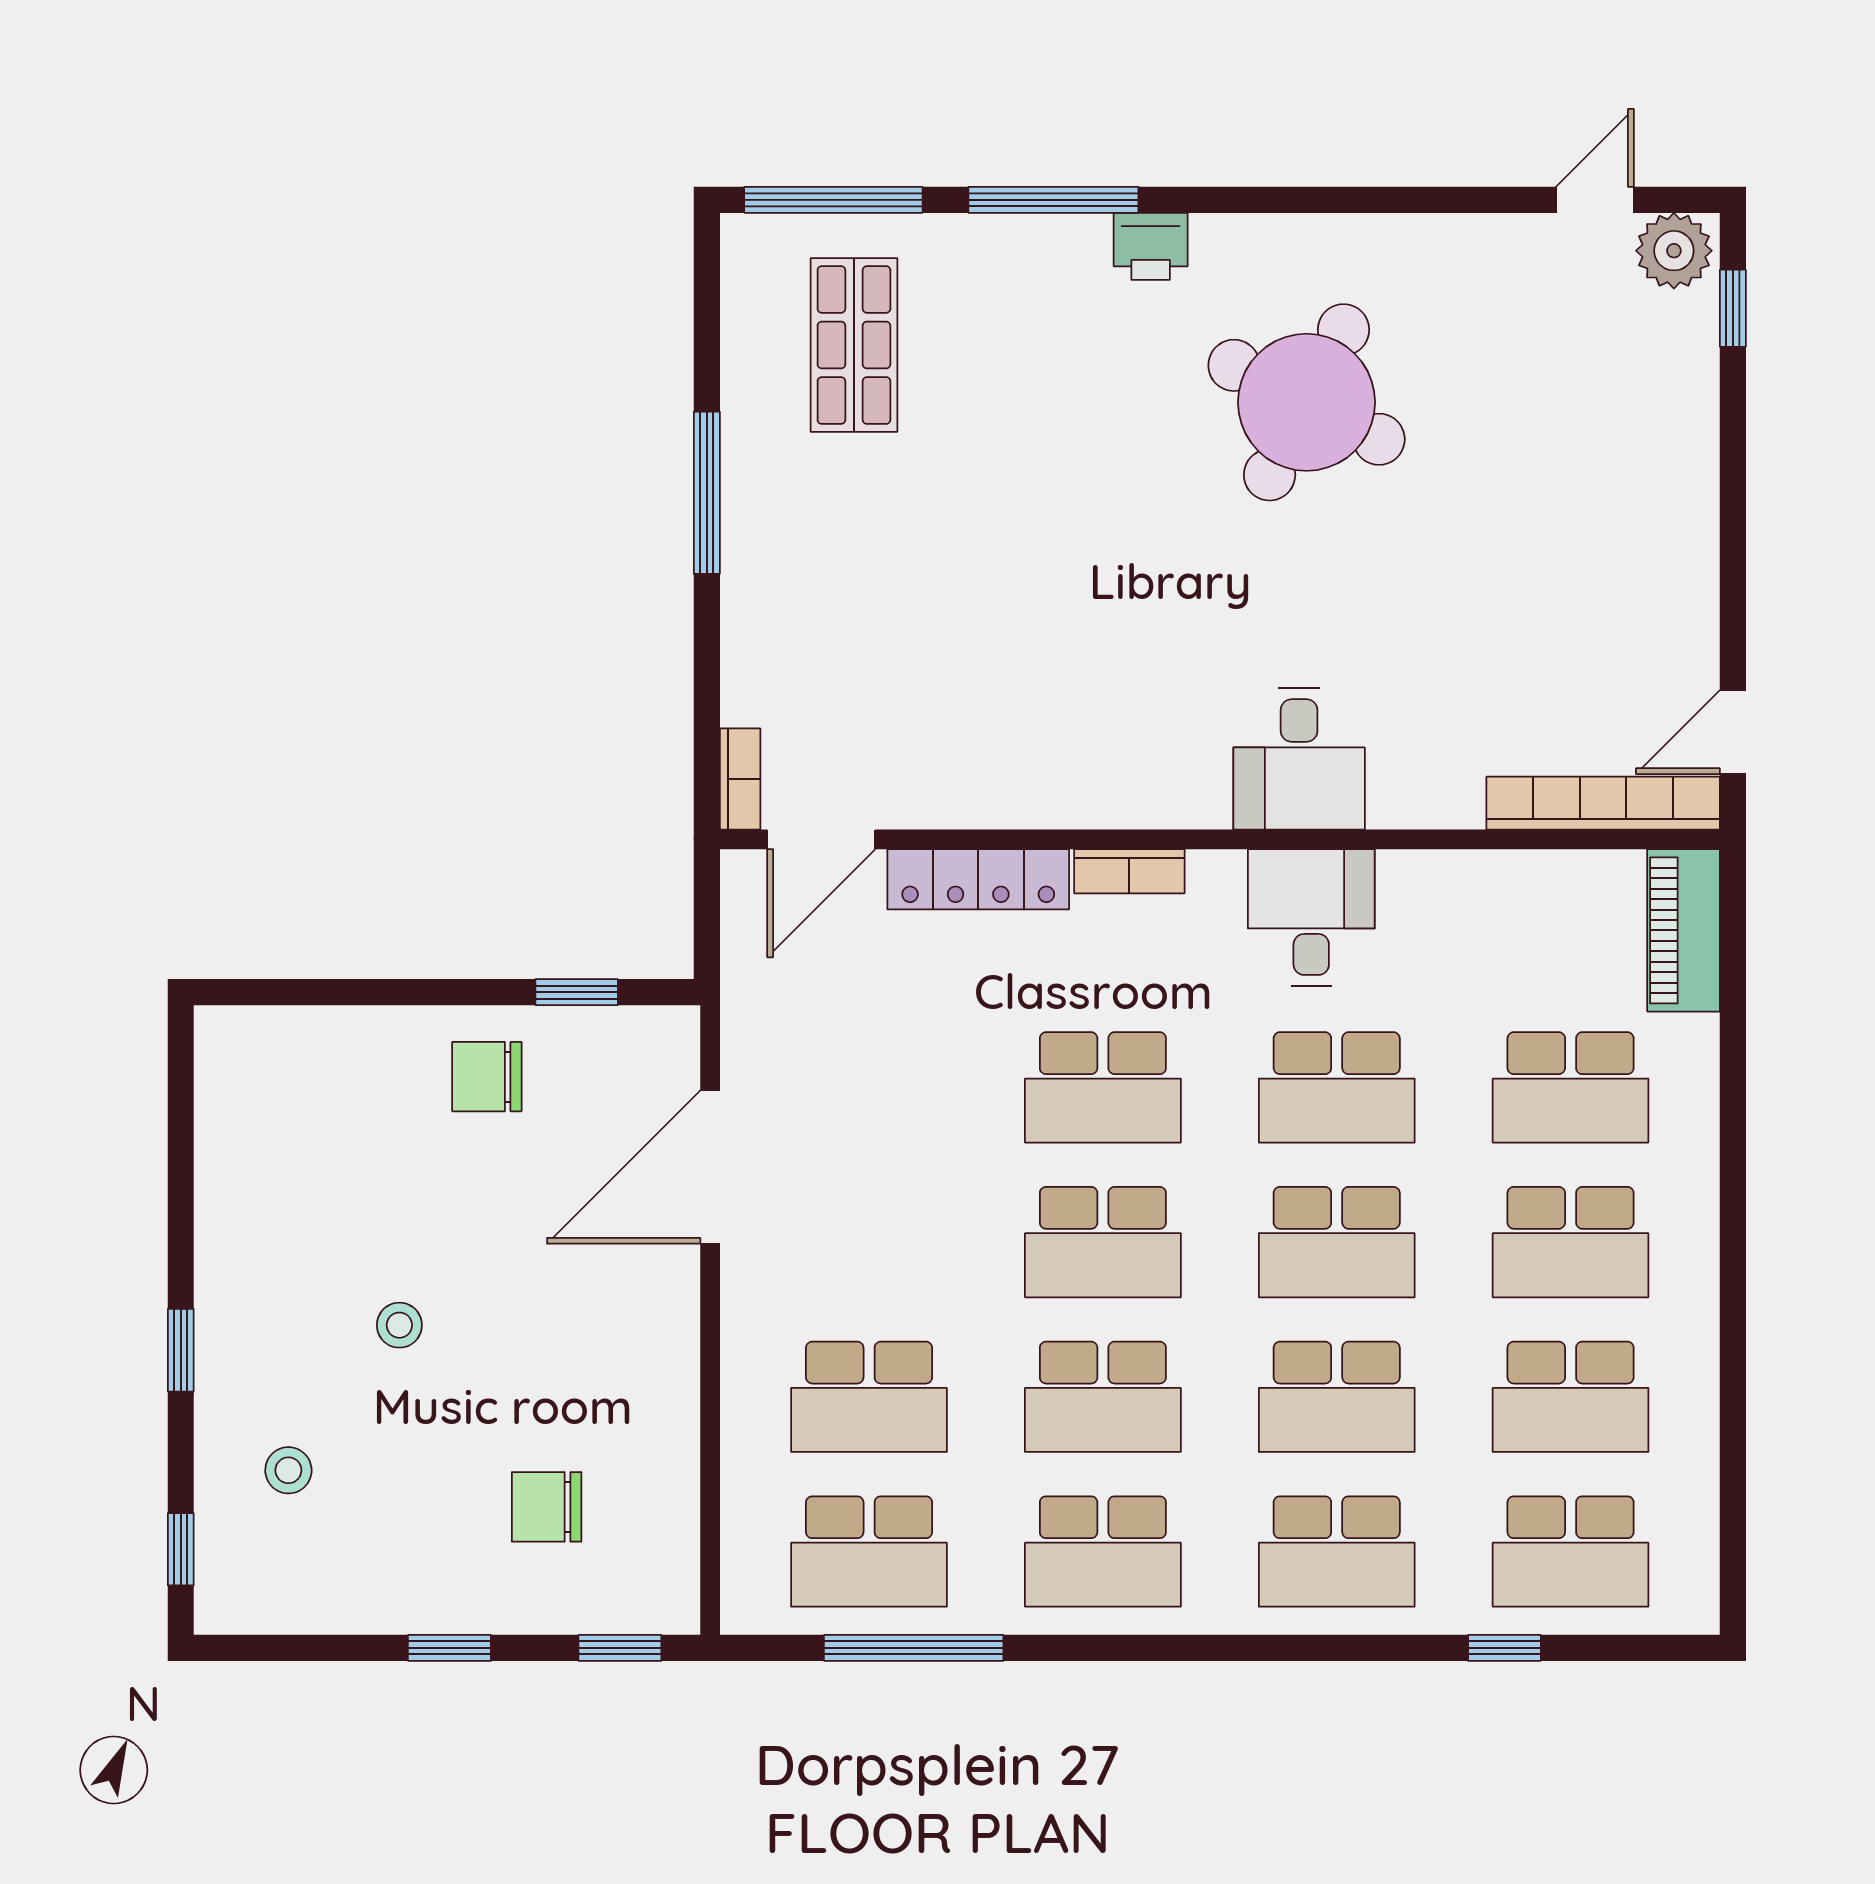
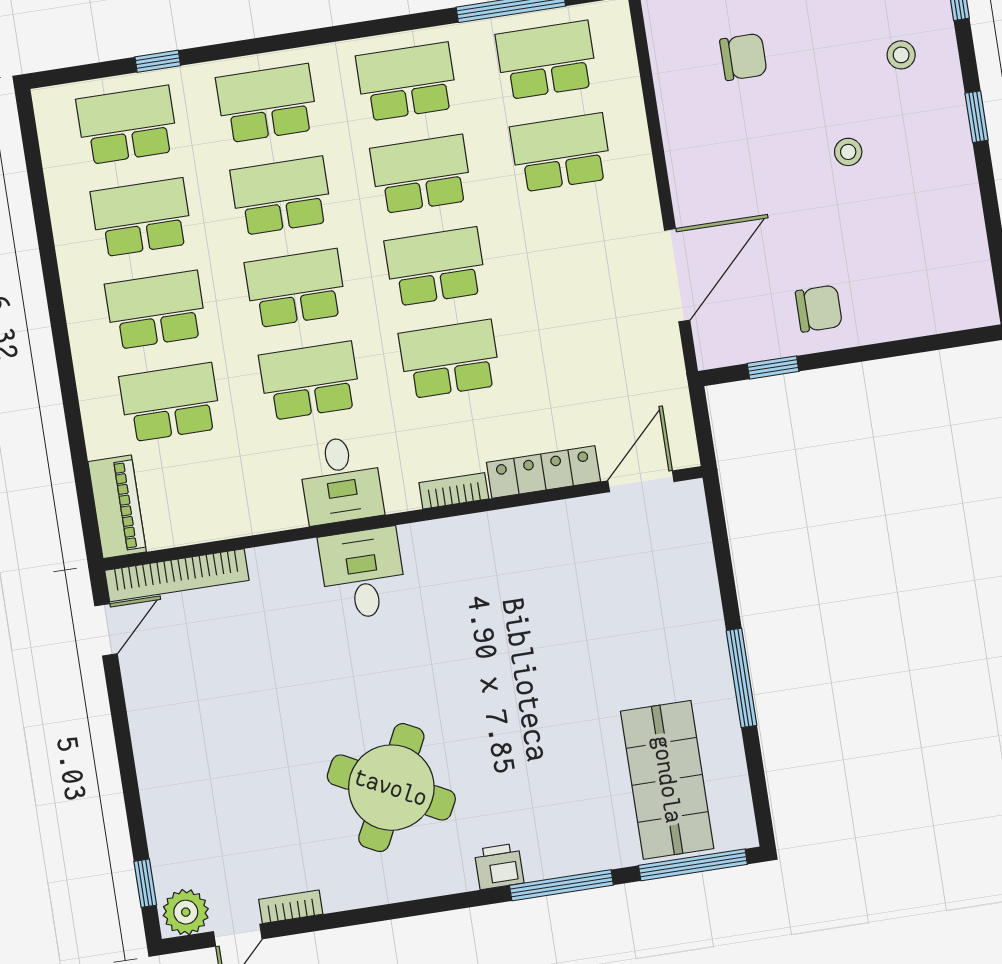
shop shelf: (854, 345) -> (667, 780), width x1.43, depth x1.36
bookcase: (740, 779) -> (291, 907), moved, turned 90

